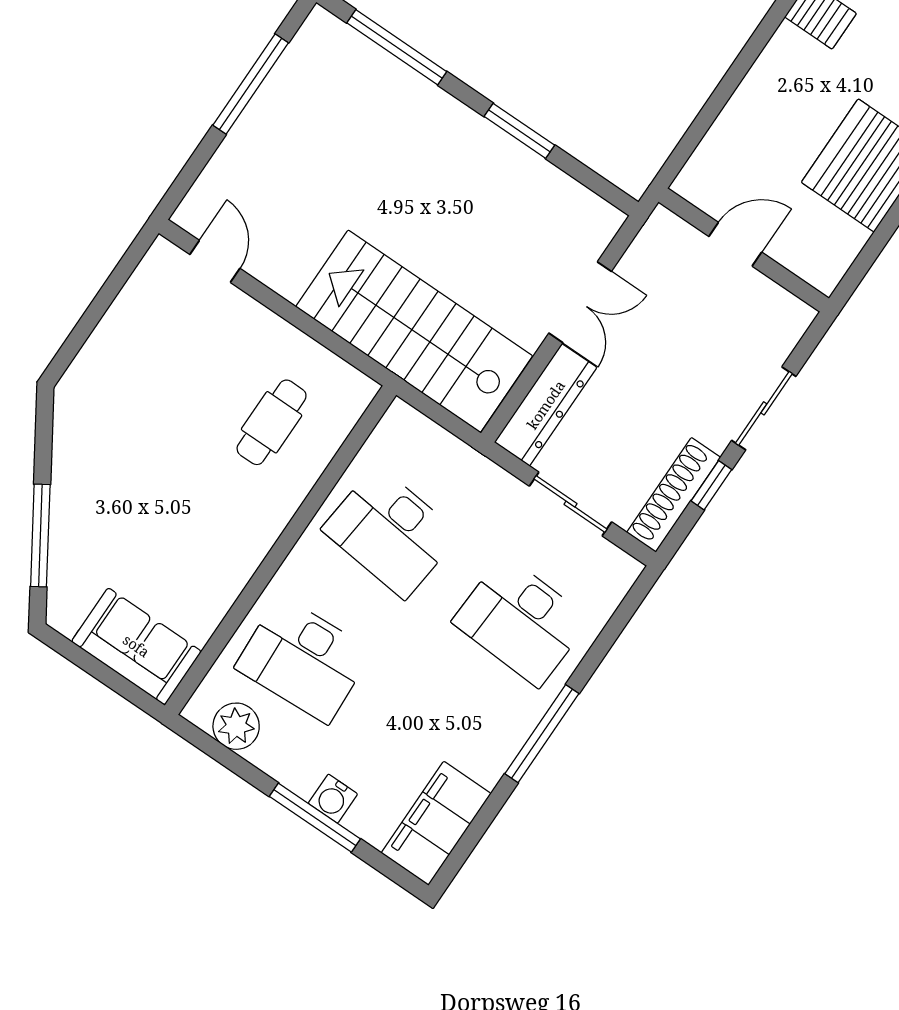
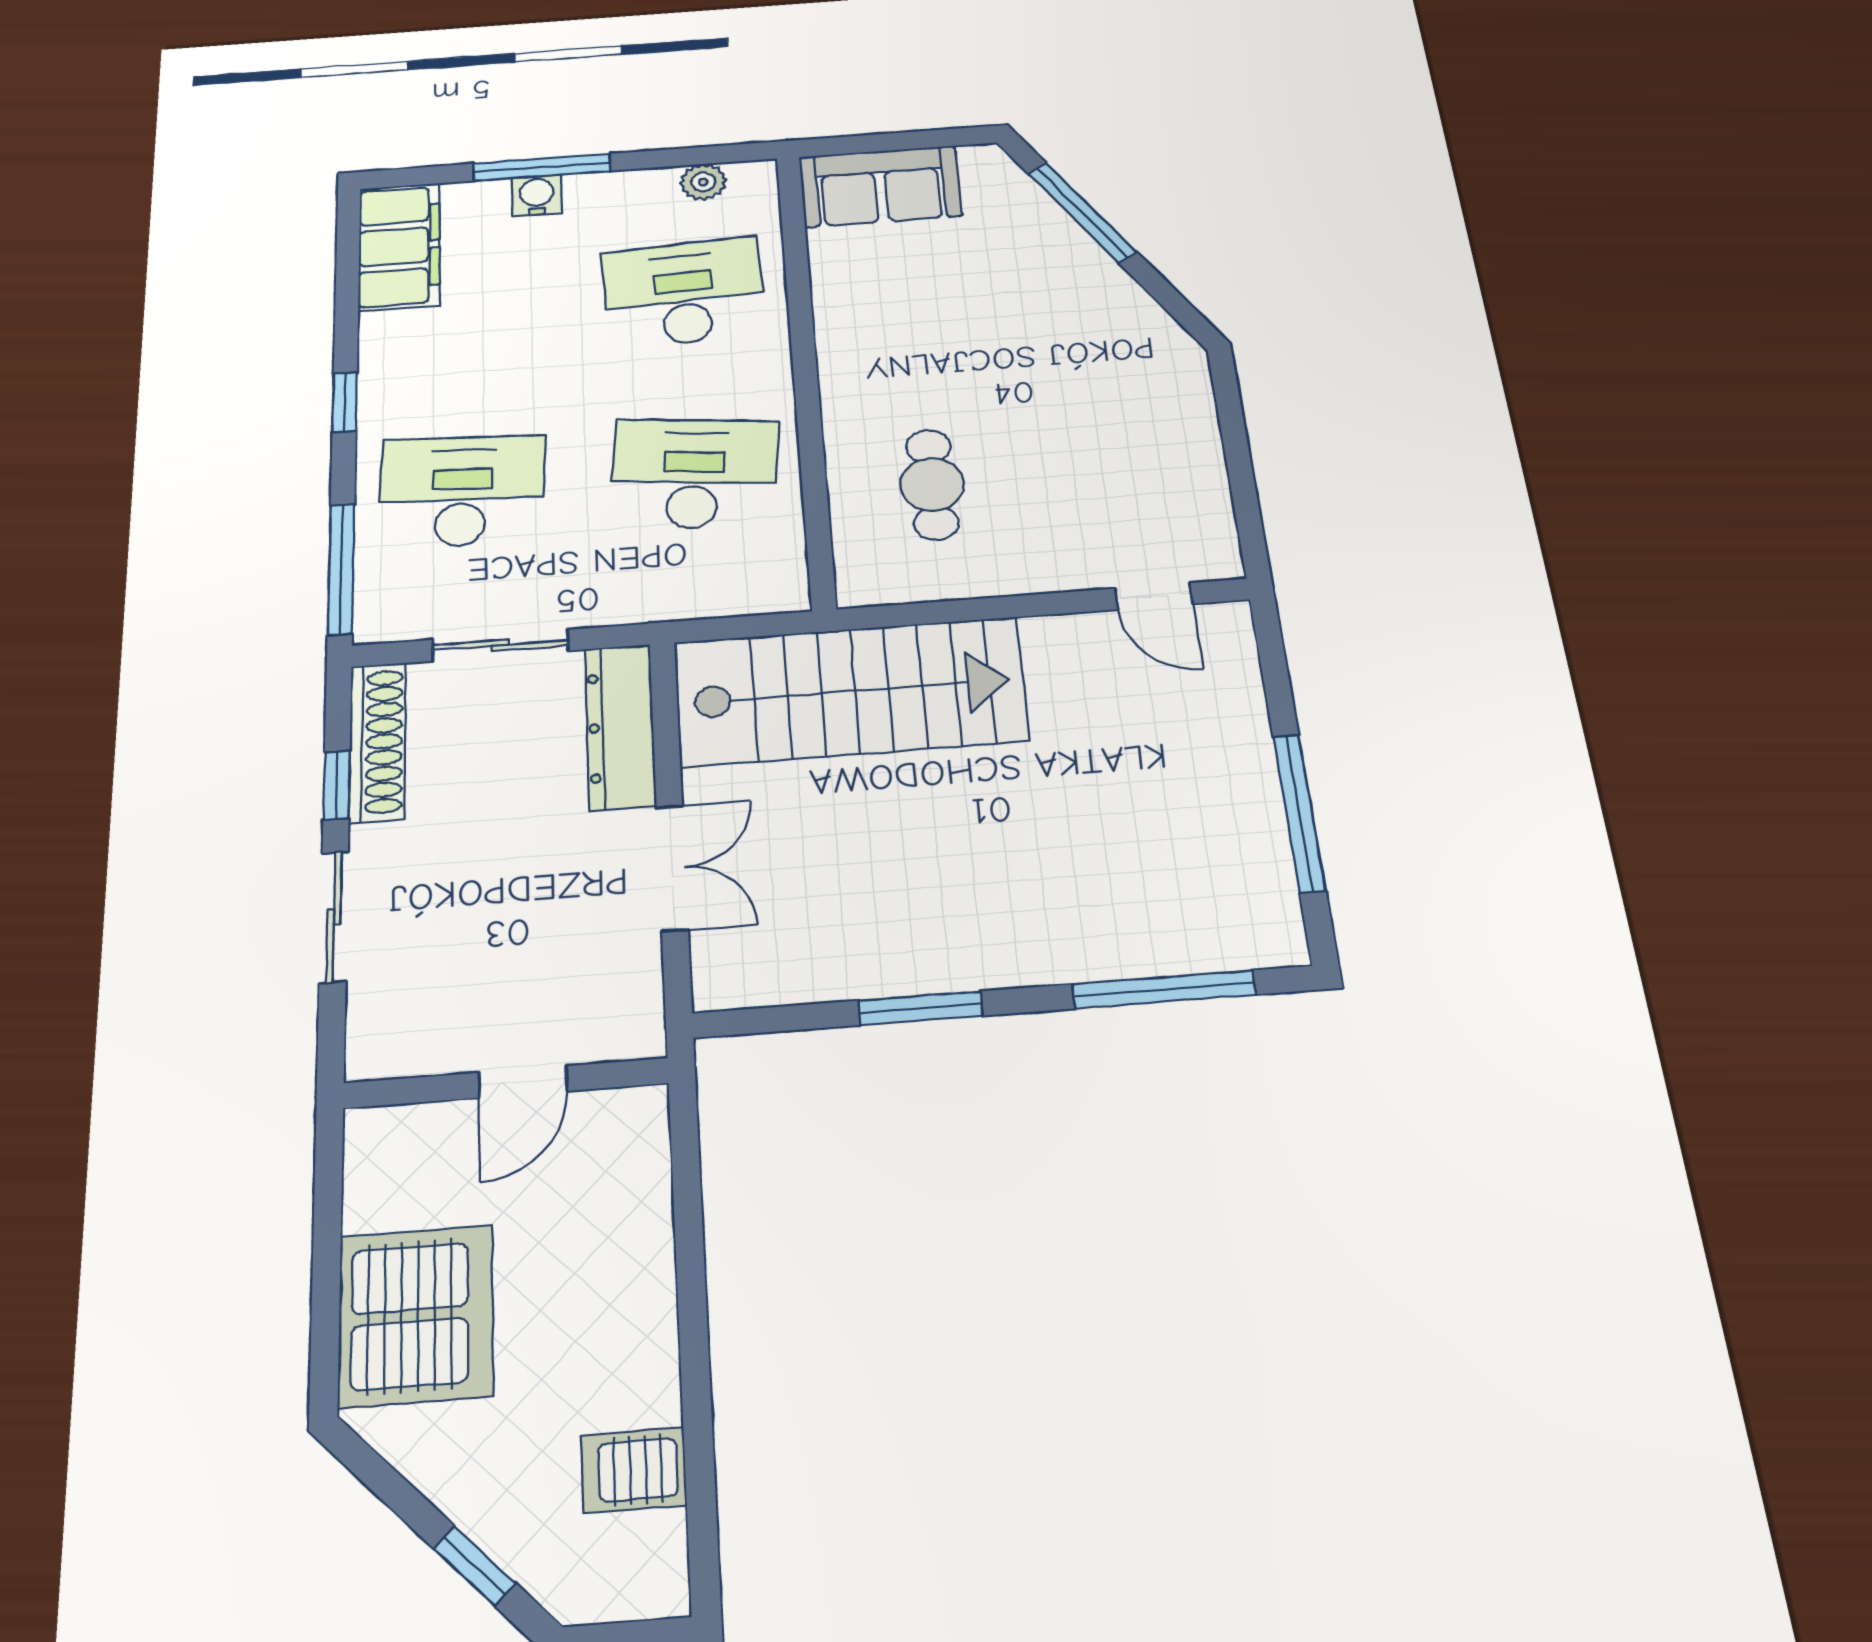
double door: (580, 302) -> (672, 868), swing flipped
window: (619, 620) -> (341, 569), added
plant: (236, 726) -> (703, 182), width x0.73, depth x0.73
window: (542, 734) -> (345, 402), width x0.46

